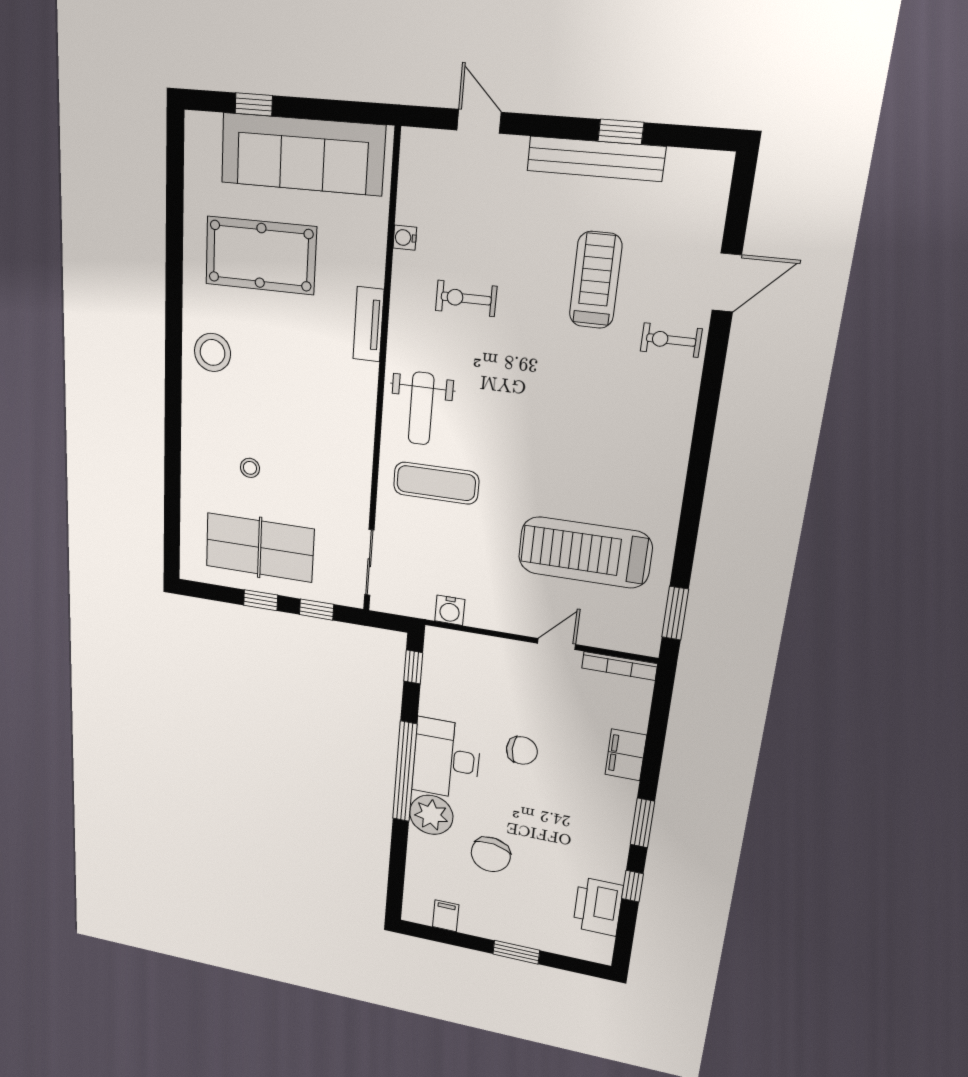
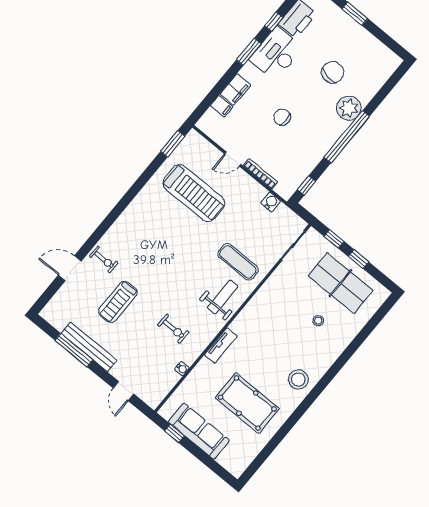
window: (254, 104) -> (175, 433), moved
window: (621, 132) -> (74, 350), width x2.17
sofa: (302, 154) -> (199, 431), width x0.74, depth x0.79
bookcase: (619, 666) -> (260, 174), moved
desk: (446, 759) -> (276, 54), moved, turned 180
filing cabinet: (446, 916) -> (222, 106), moved, turned -90

